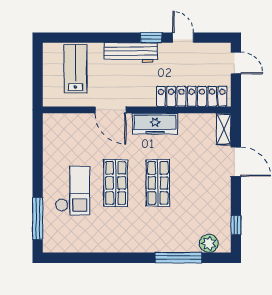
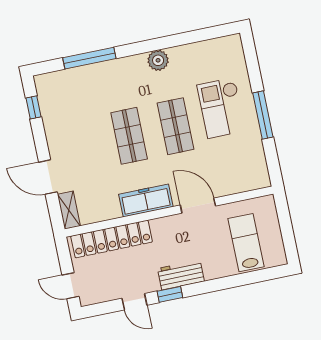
workbench: (131, 53) -> (181, 275), width x0.73
lab bench: (75, 69) -> (246, 243), turned 180
window: (38, 218) -> (263, 115), moved
plant: (209, 243) -> (158, 60), moved

